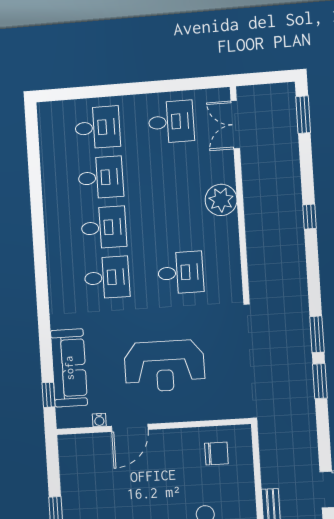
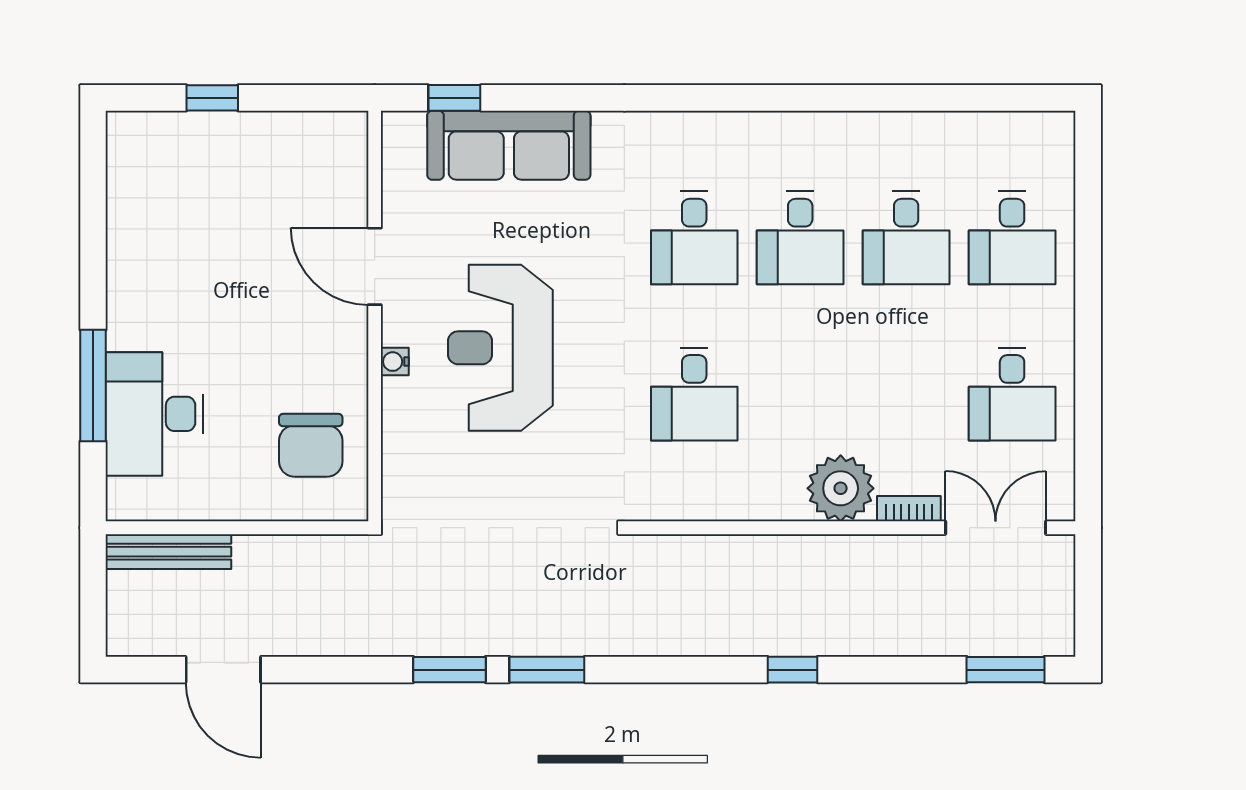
bookcase: (229, 167) -> (909, 509), added
water cooler: (99, 420) -> (395, 362), moved
chair: (216, 453) -> (311, 445), width x1.37, depth x1.37

